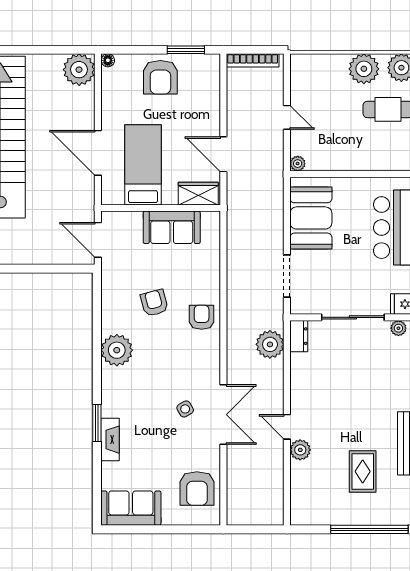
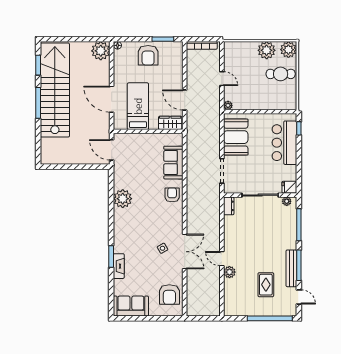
sofa: (172, 227) -> (173, 163), moved, turned 90
armchair: (154, 303) -> (145, 187), removed
plant: (270, 344) -> (212, 211), removed
plant: (117, 350) -> (123, 199), moved

